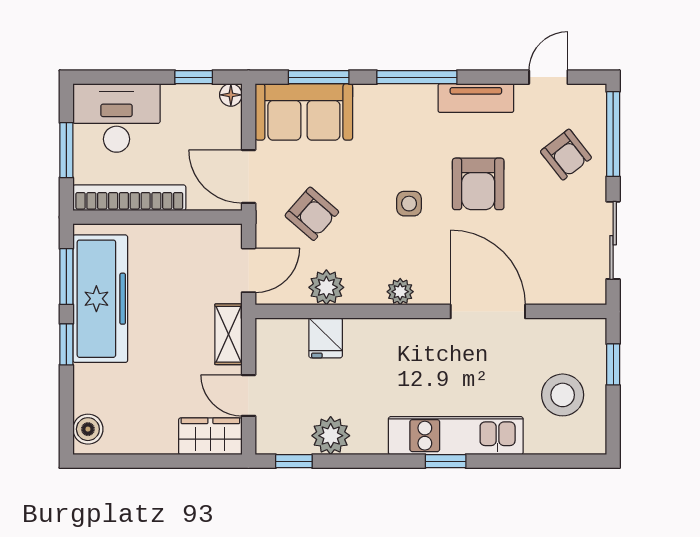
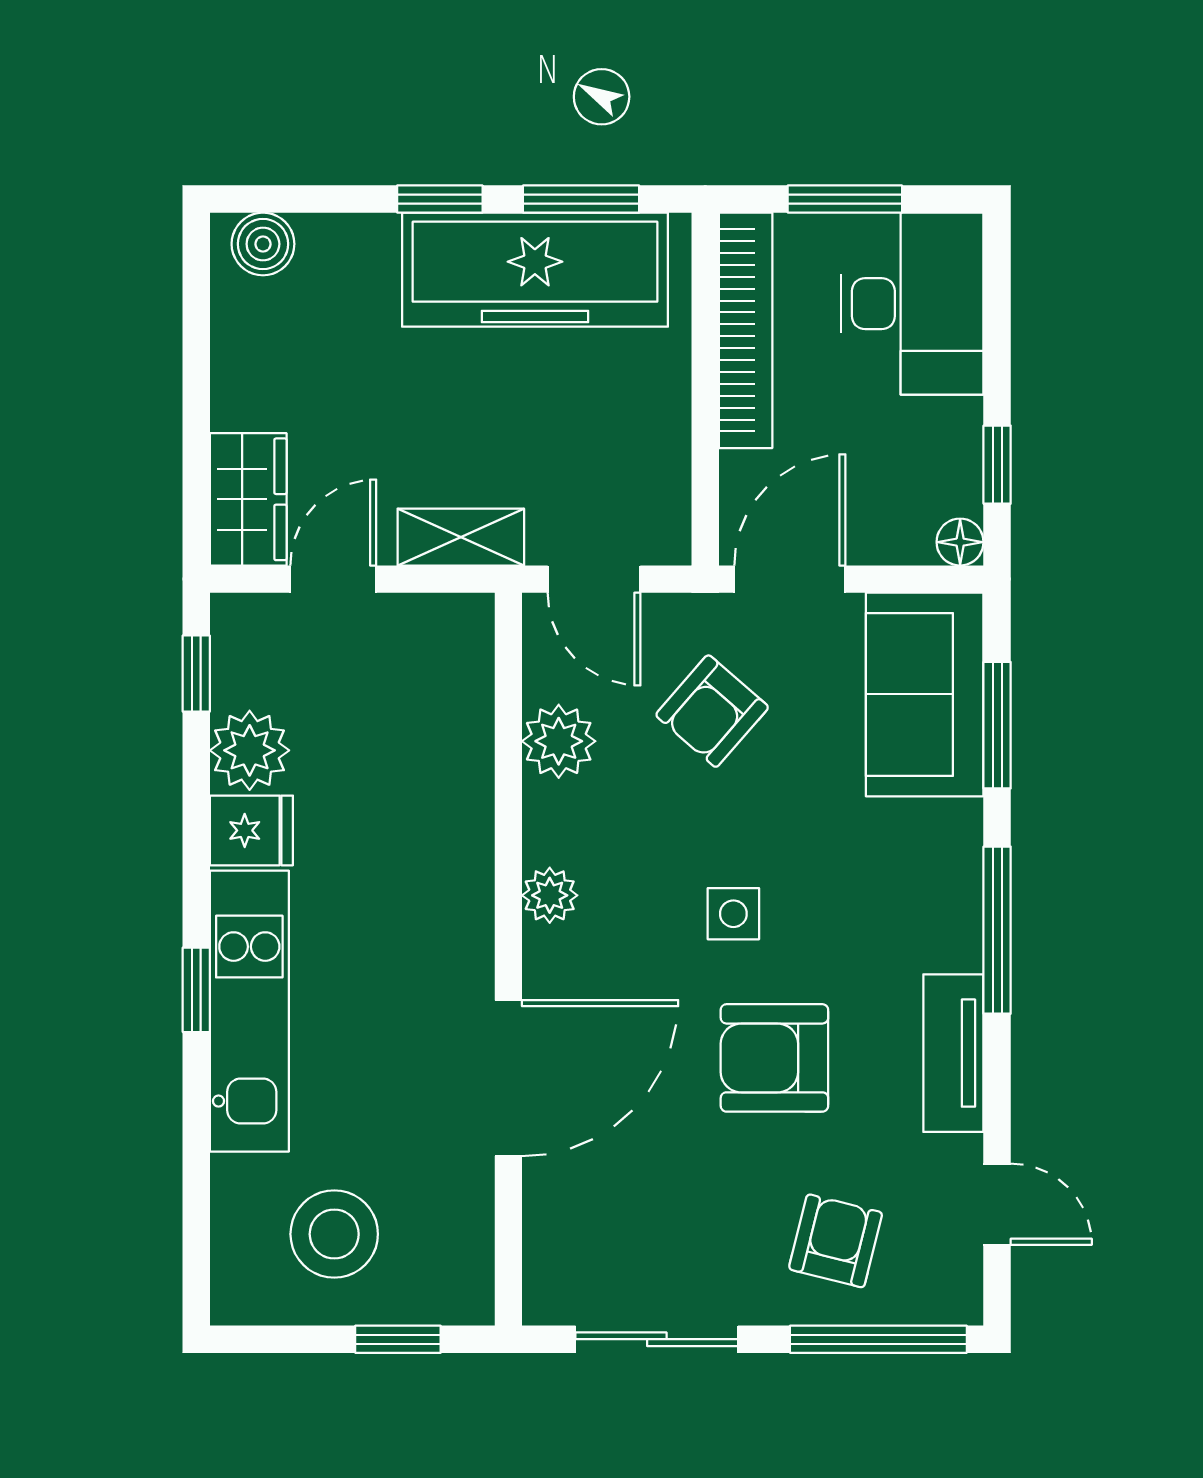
armchair: (566, 155) -> (836, 1241), turned 142
fridge: (326, 338) -> (251, 830), moved, turned 180

